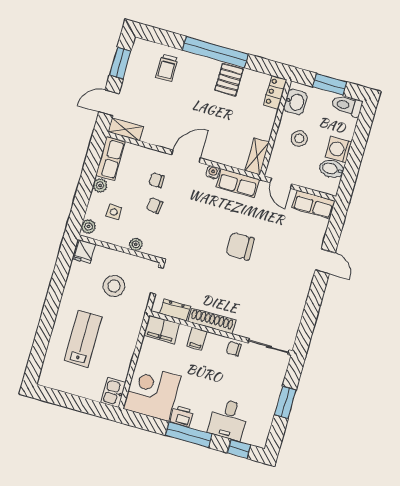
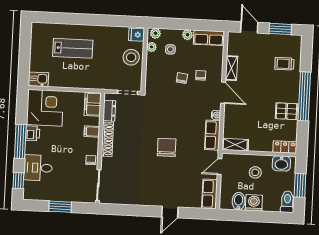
shelving: (126, 129) -> (231, 68), moved
plant: (136, 244) -> (152, 47), moved
stool: (114, 286) -> (131, 57), moved

